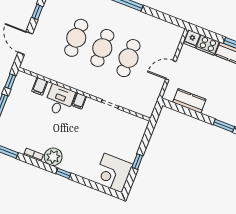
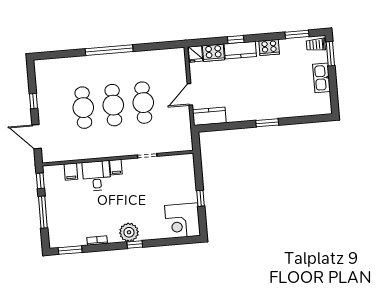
kitchen counter: (189, 101) -> (209, 116), moved
plant: (53, 157) -> (129, 232), moved

